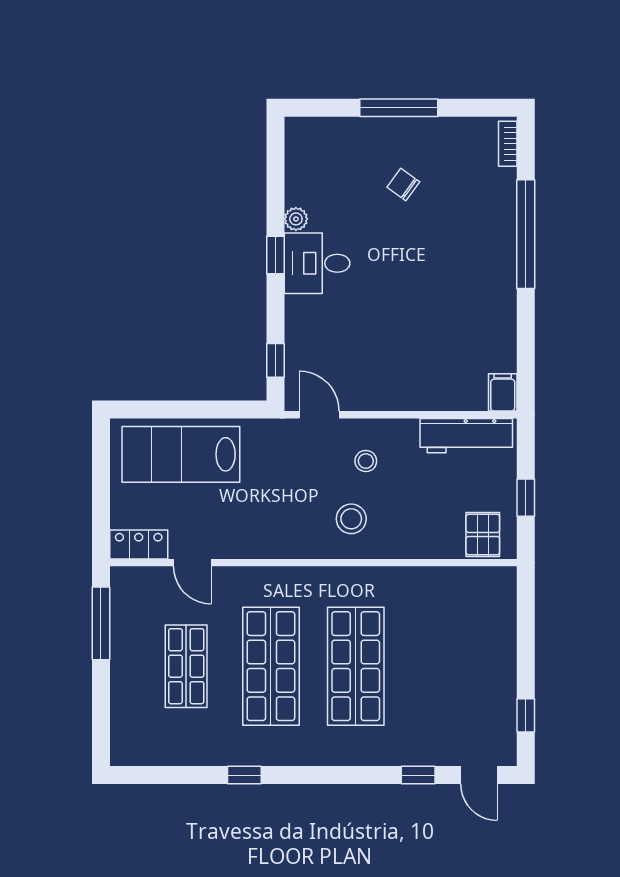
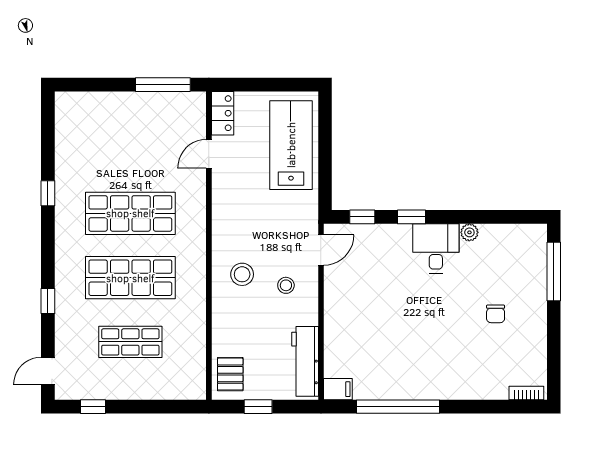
window: (399, 108) -> (554, 271), moved
chair: (403, 185) -> (496, 314), turned 144
window: (526, 234) -> (398, 407), moved
window: (275, 255) -> (412, 217), moved
pallet: (483, 535) -> (230, 374), turned 90
shop shelf: (186, 666) -> (130, 342), moved
window: (418, 775) -> (48, 301), moved

